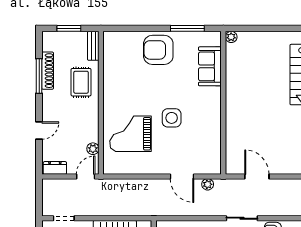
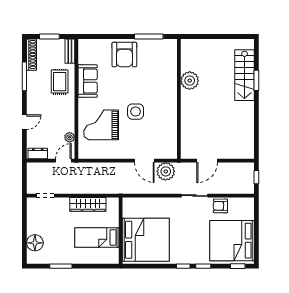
plant: (231, 37) -> (190, 81), moved, width x1.88, depth x1.88
armchair: (158, 50) -> (124, 55), turned -90
sofa: (210, 66) -> (88, 81), moved, turned 180
shoe rack: (48, 71) -> (32, 55), moved
door: (257, 176) -> (207, 161), swing flipped
plant: (208, 184) -> (166, 171), width x1.88, depth x1.88

